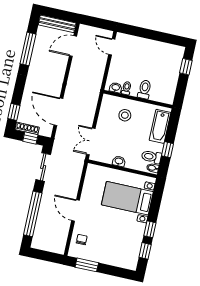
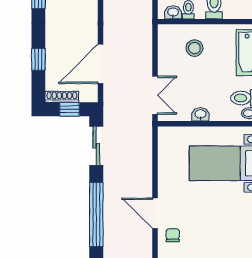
window: (14, 112) -> (38, 59), moved
door: (58, 112) -> (101, 64), hinge flipped
double door: (91, 141) -> (155, 95), swing flipped
door: (76, 210) -> (155, 213), moved

